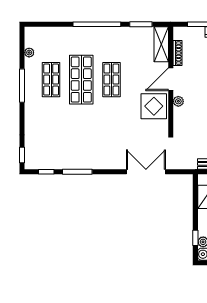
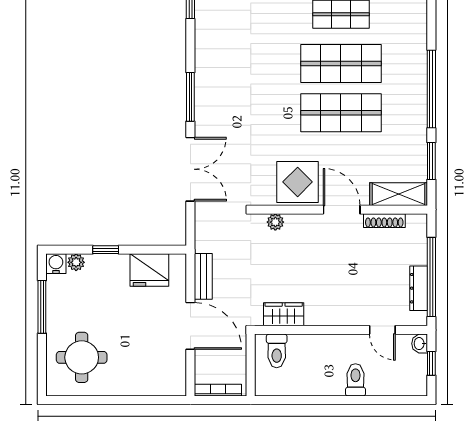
shop shelf: (111, 80) -> (341, 113), width x1.43, depth x1.36
plant: (178, 101) -> (275, 222), moved
window: (77, 172) -> (190, 97), moved
window: (195, 238) -> (106, 250), moved

